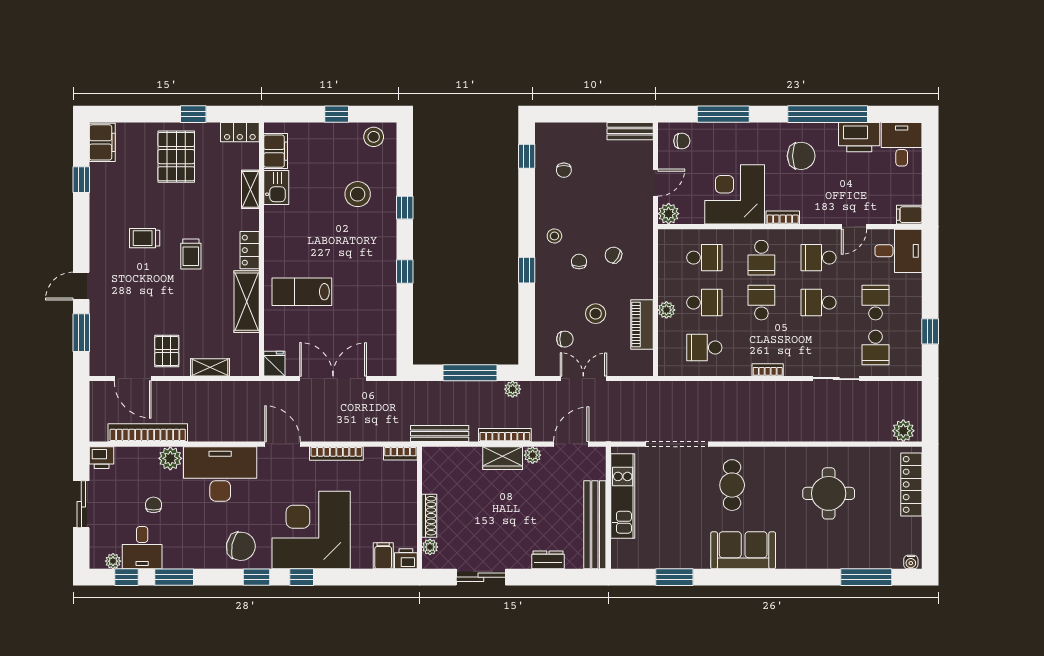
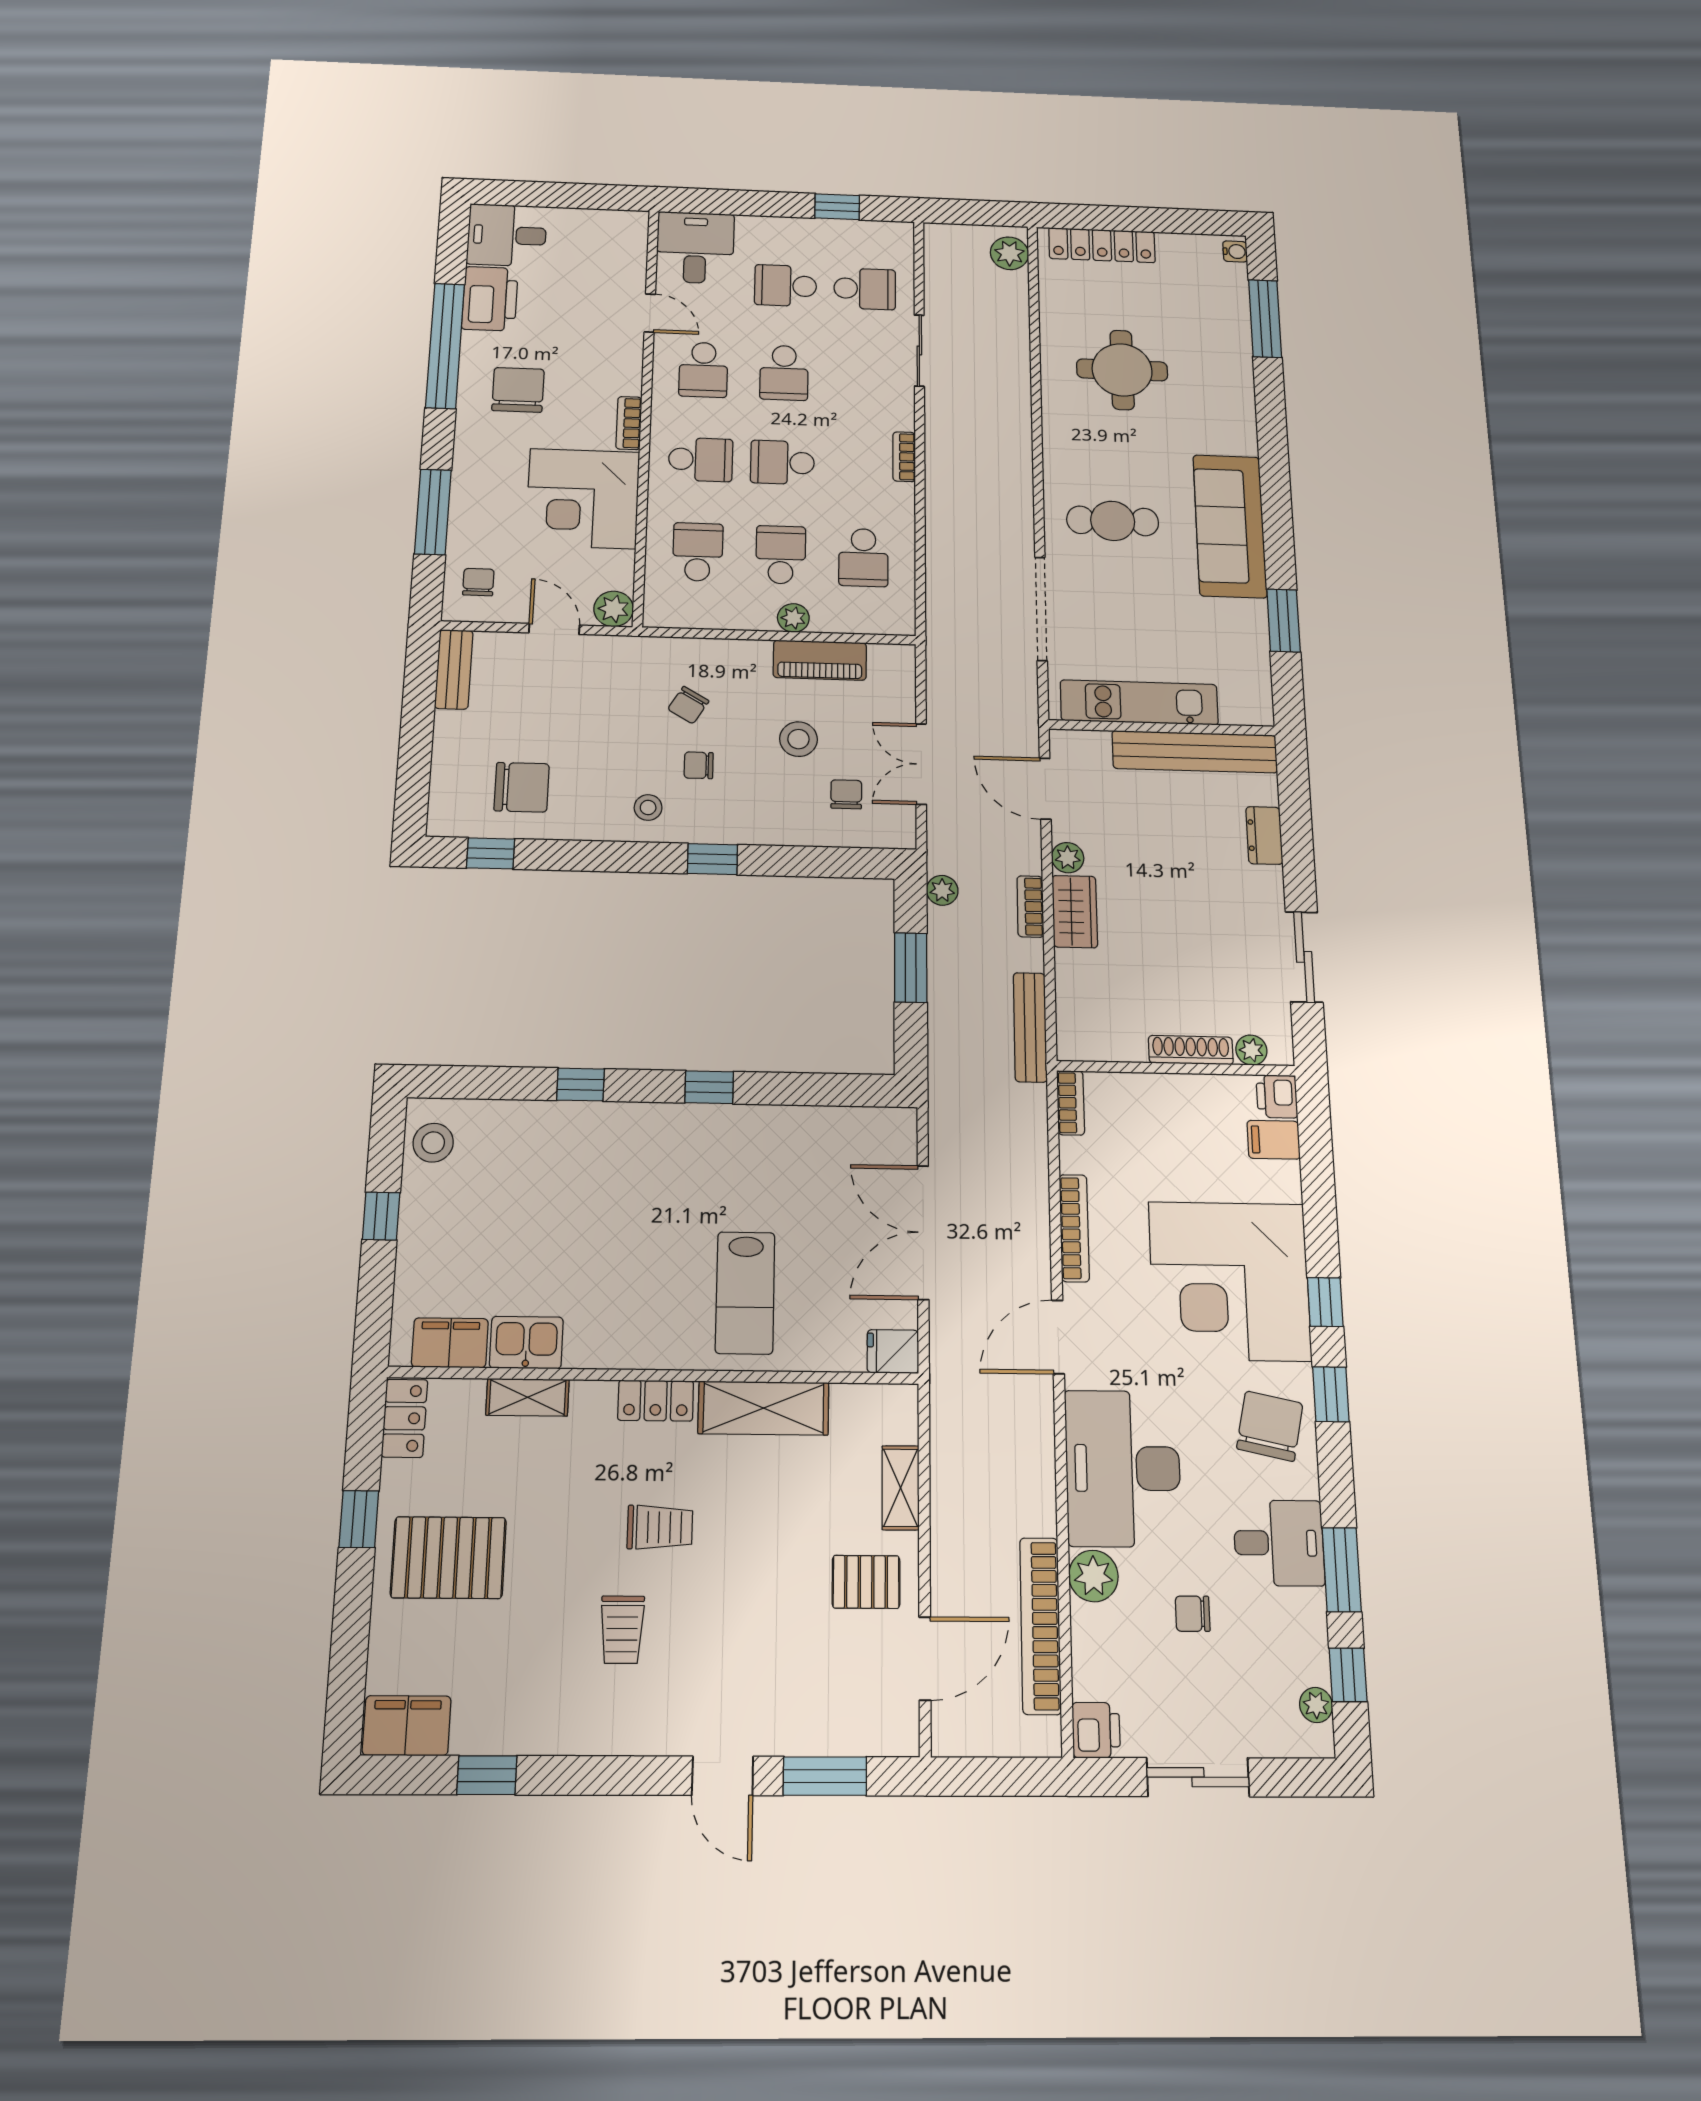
chair: (564, 170) -> (522, 787), width x1.87, depth x1.87
stool: (358, 194) -> (549, 1177), removed
filing cabinet: (909, 215) -> (632, 229), removed
window: (470, 373) -> (911, 968), width x0.69
bookcase: (505, 435) -> (1030, 906), width x0.64
desk: (142, 548) -> (1279, 1543), moved
sofa: (743, 550) -> (1230, 526), width x1.36

